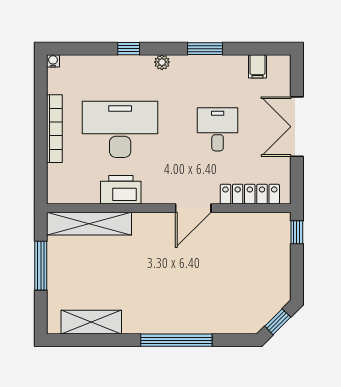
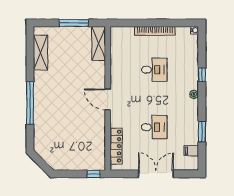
window: (205, 49) -> (202, 132), moved
desk: (120, 129) -> (154, 70), width x0.53, depth x0.77
printer: (121, 190) -> (119, 70), removed
door: (193, 208) -> (108, 99), moved
shelving: (89, 224) -> (99, 43), width x0.68
window: (278, 322) -> (41, 163), removed

